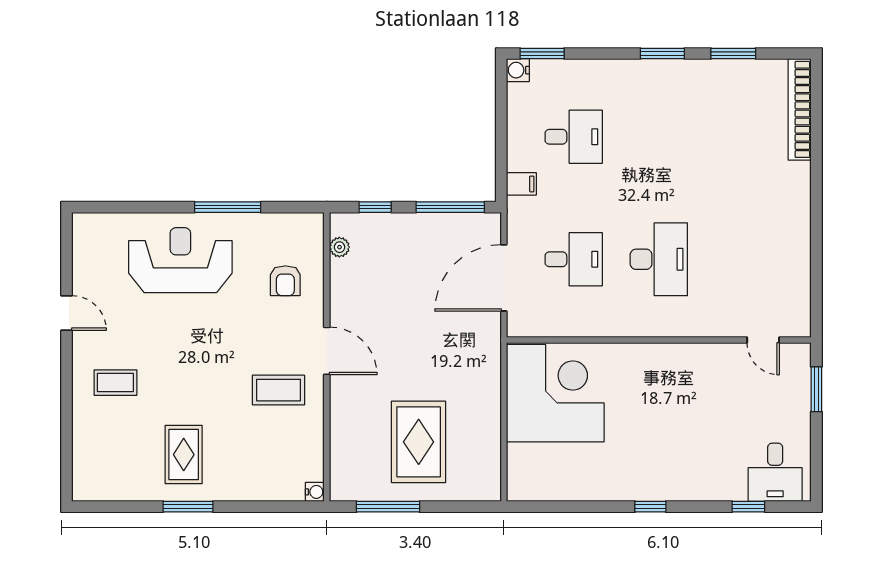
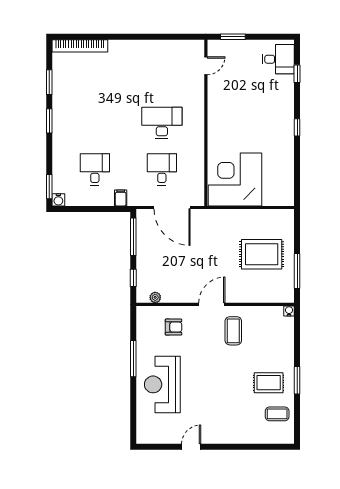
coffee table: (115, 383) -> (277, 414), moved, turned 90

